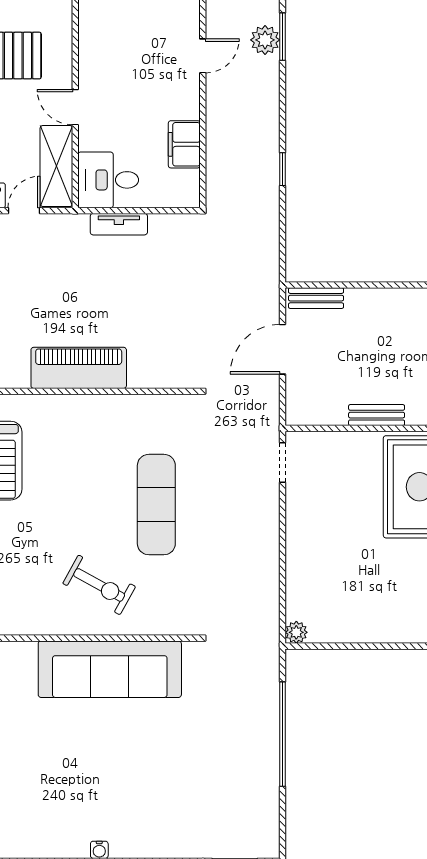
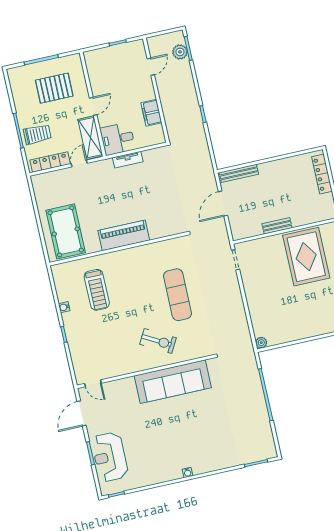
door: (75, 107) -> (93, 106), swing flipped
bench: (316, 298) -> (239, 173), width x1.36

